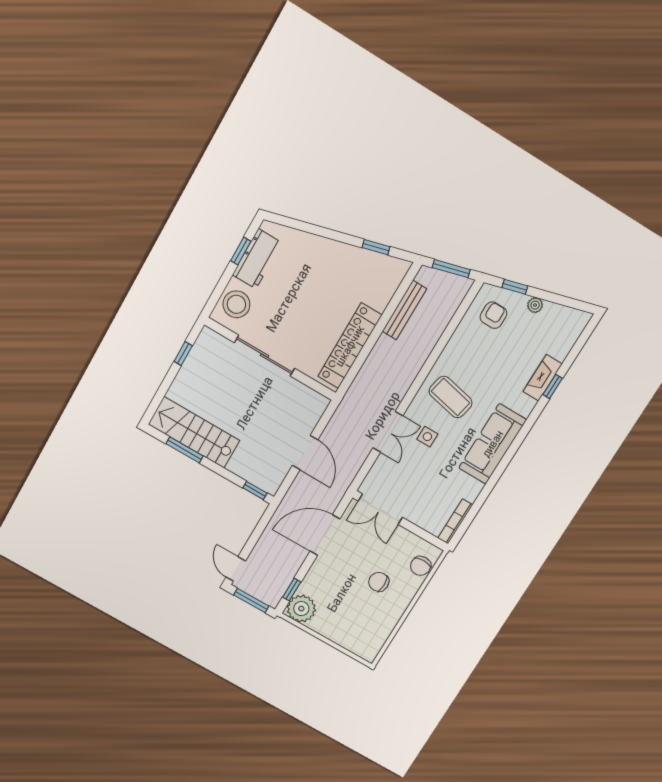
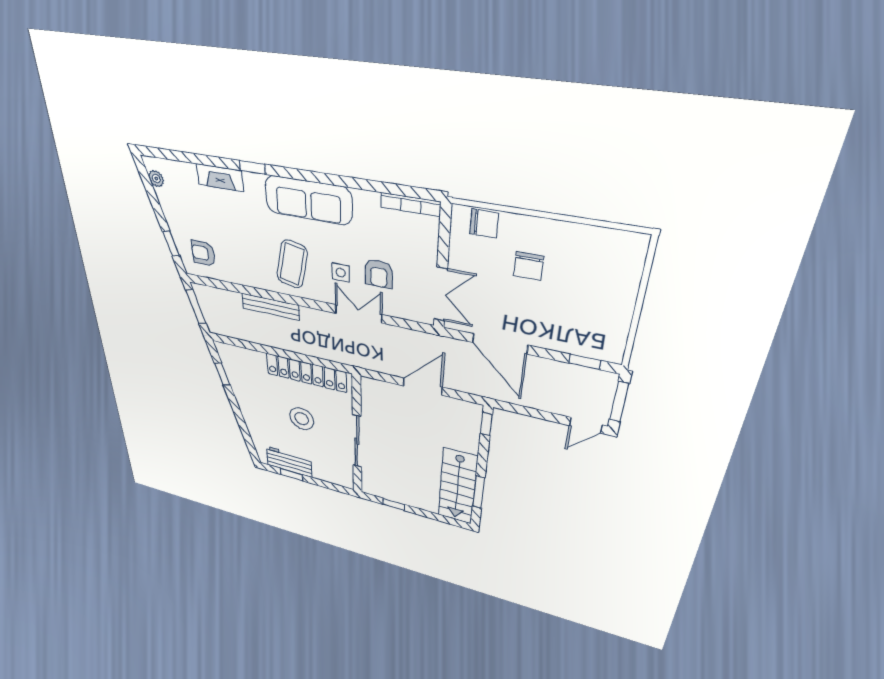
stool: (236, 304) -> (302, 419), moved
plant: (535, 305) -> (156, 179), moved
bench: (404, 310) -> (270, 307), moved
window: (553, 386) -> (252, 167), moved
armchair: (414, 469) -> (379, 274), added
plant: (301, 609) -> (606, 345), removed

